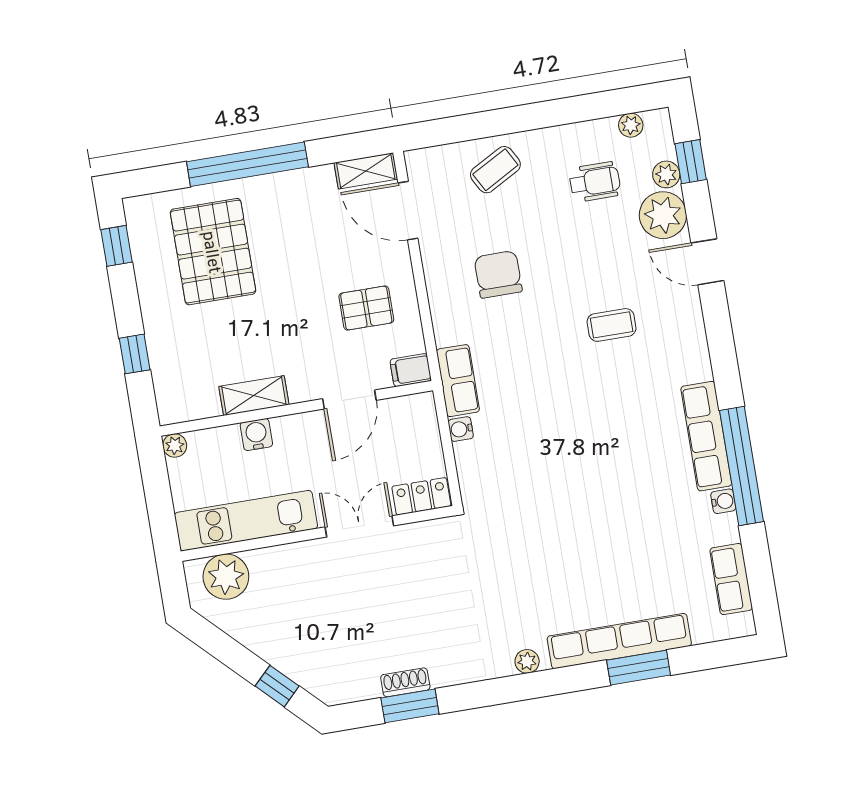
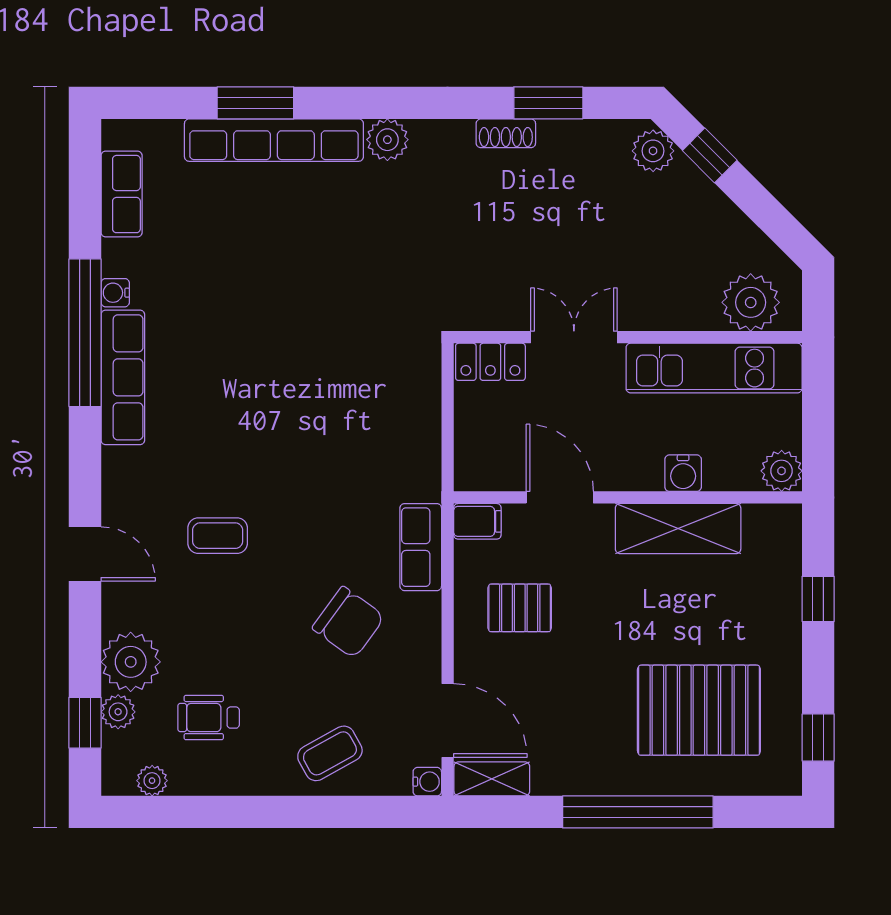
pallet: (213, 252) -> (699, 710), turned 90
door: (707, 262) -> (85, 554), moved
chair: (498, 274) -> (348, 622), turned -54
row of seats: (458, 381) -> (421, 547), moved
shelving: (254, 396) -> (678, 529), width x1.50, depth x1.33
door: (349, 399) -> (560, 497), hinge flipped
water cooler: (461, 429) -> (427, 782), moved
plant: (175, 446) -> (782, 471), width x1.38, depth x1.38
double door: (359, 526) -> (574, 337), swing flipped
plant: (527, 661) -> (387, 140), width x1.38, depth x1.38
plant: (322, 682) -> (653, 151), added
shoe rack: (405, 682) -> (506, 133), moved

